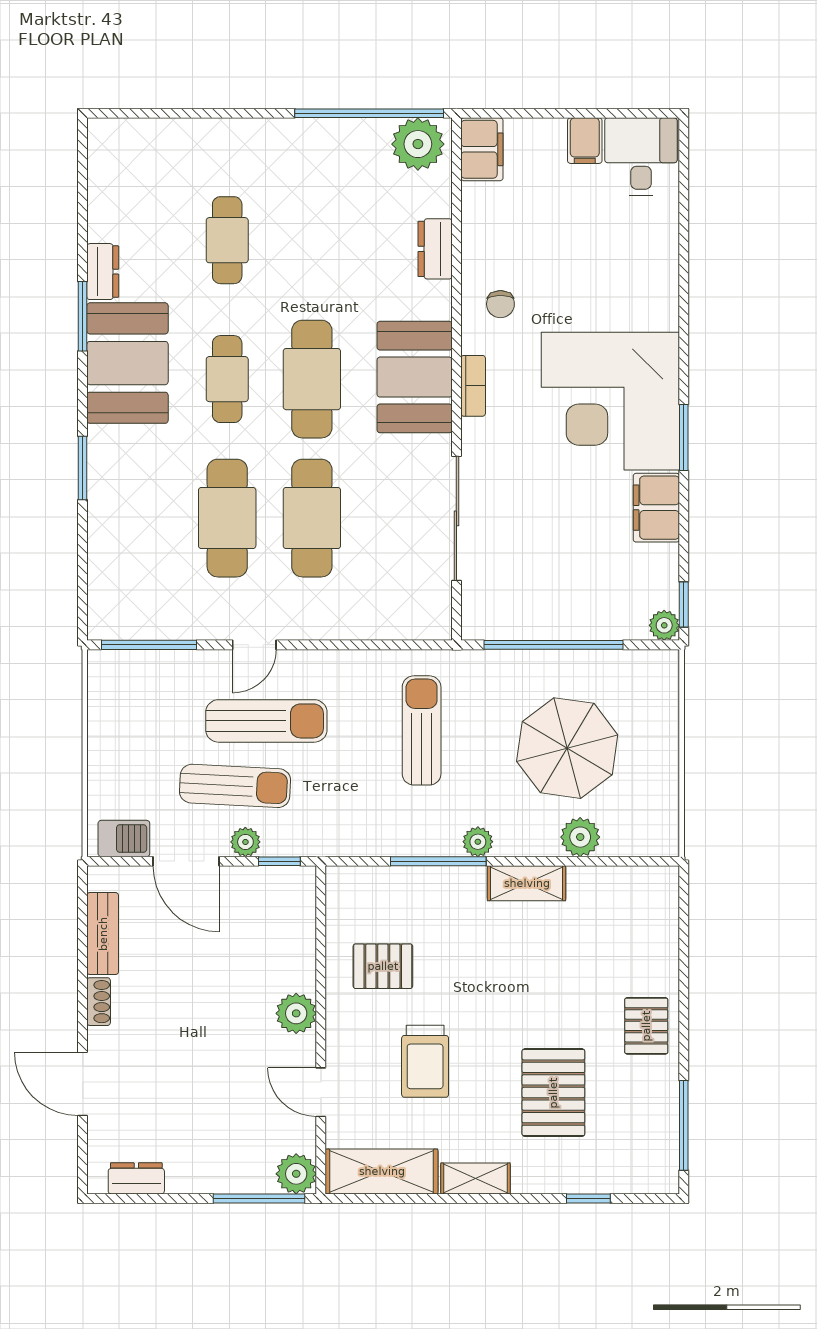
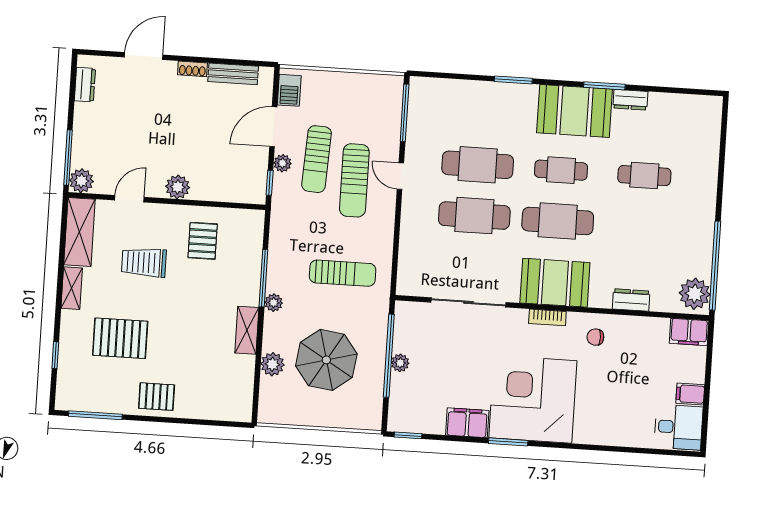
plant: (664, 625) -> (400, 363), moved

